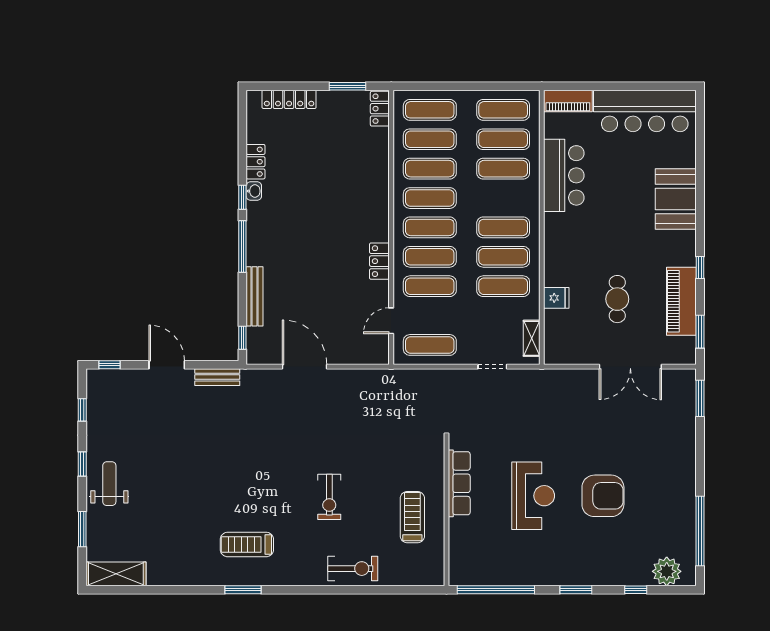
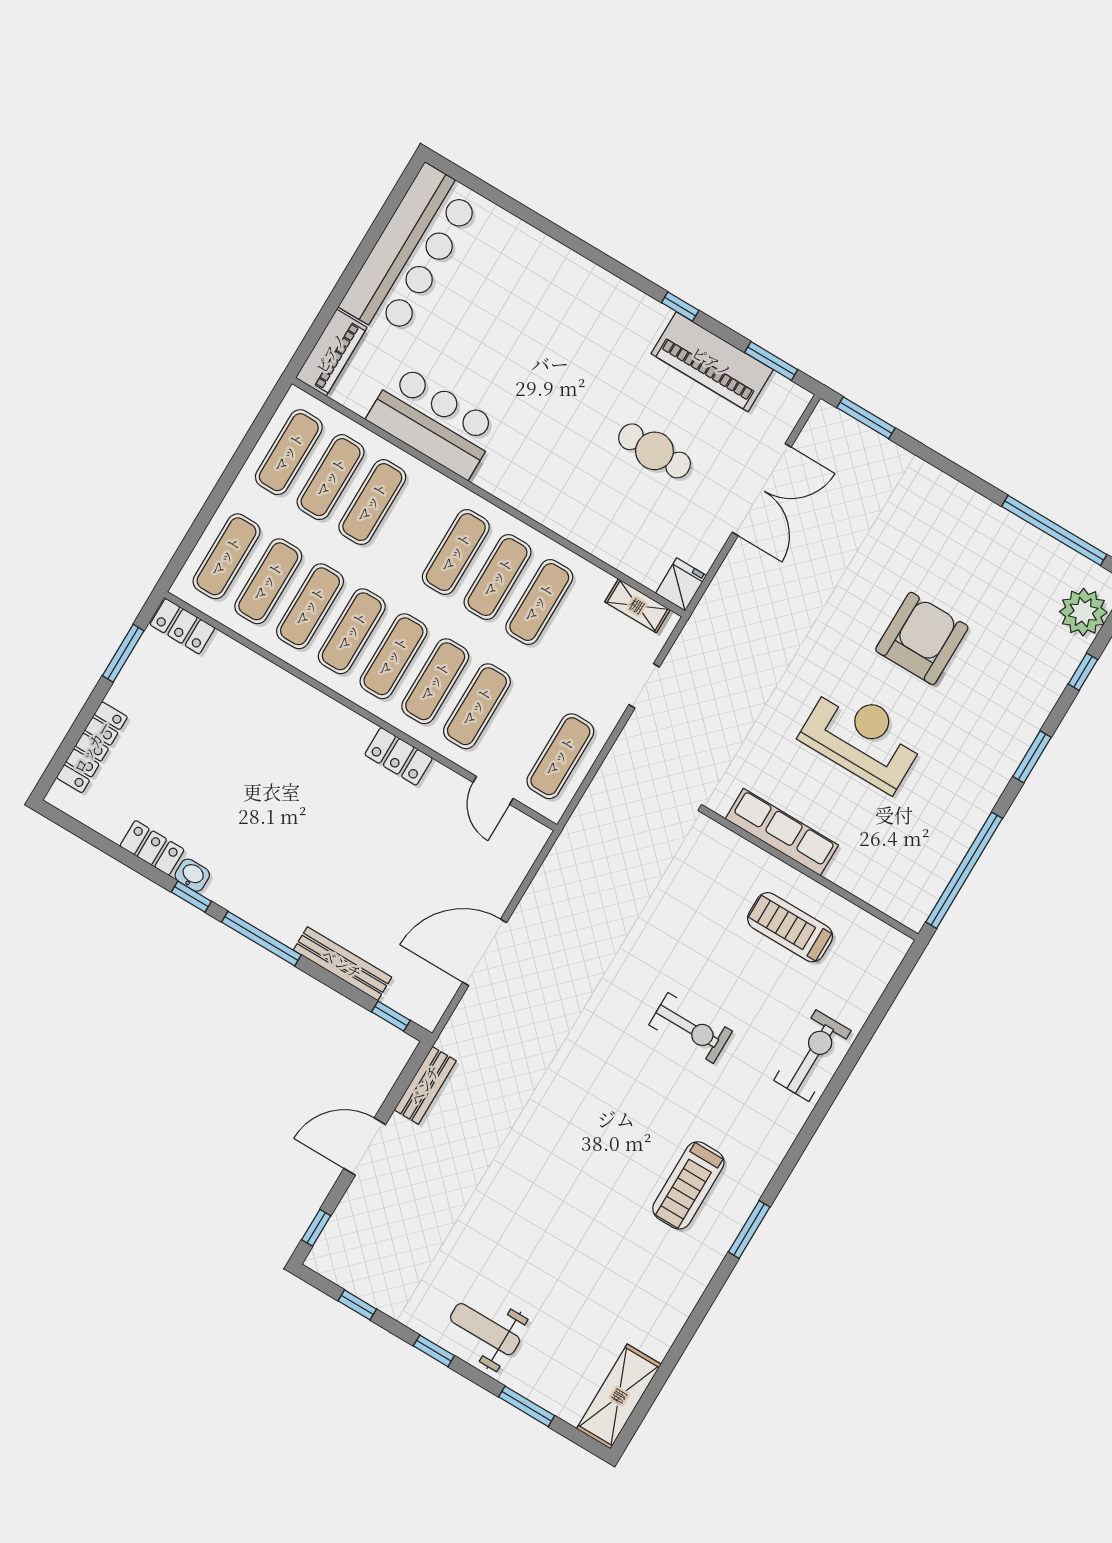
booth: (676, 199) -> (562, 283), removed
fridge: (556, 298) -> (681, 584), moved

